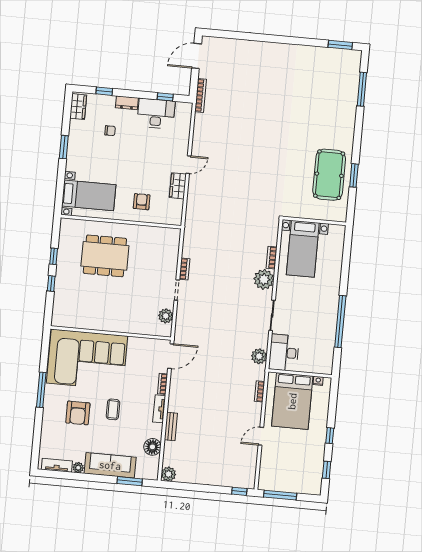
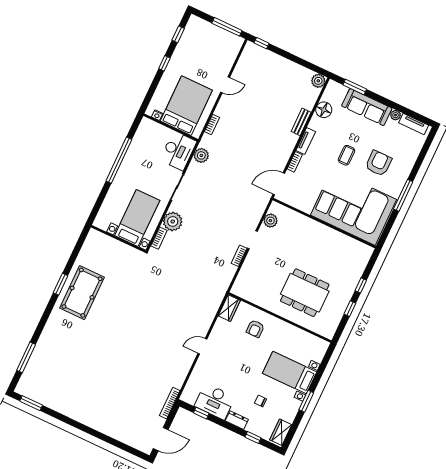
wardrobe: (178, 186) -> (229, 308), moved
bed with nightstands: (89, 195) -> (290, 373), moved
wall: (314, 221) -> (118, 239), moved
bed with nightstands: (303, 249) -> (137, 218), moved

